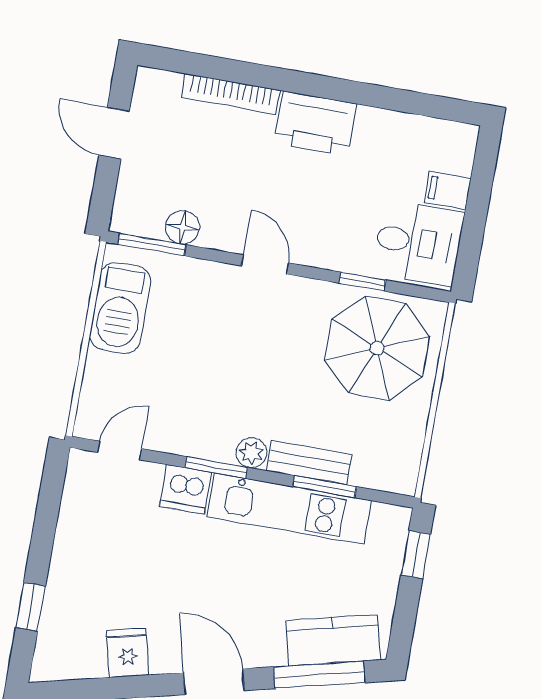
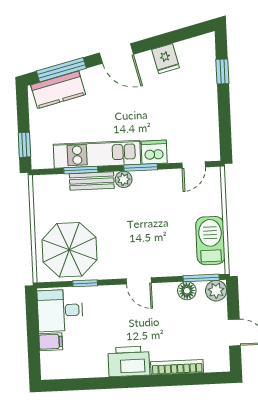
plant: (130, 216) -> (216, 291), added

